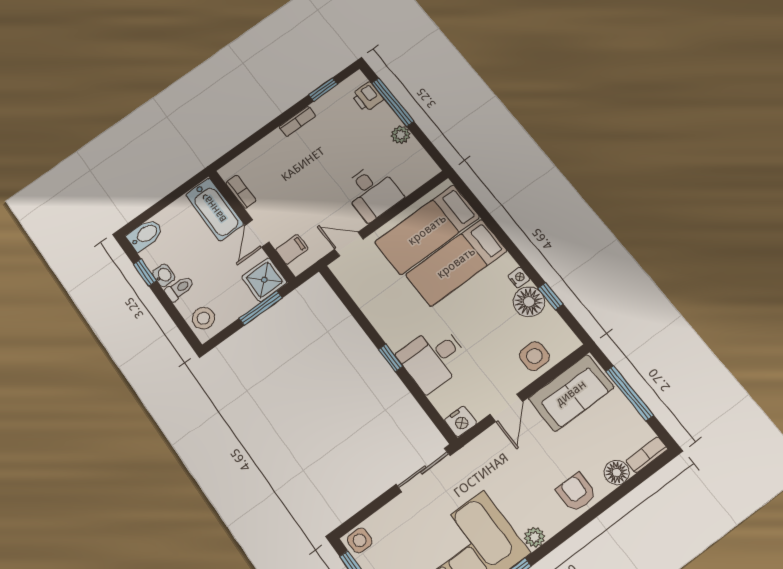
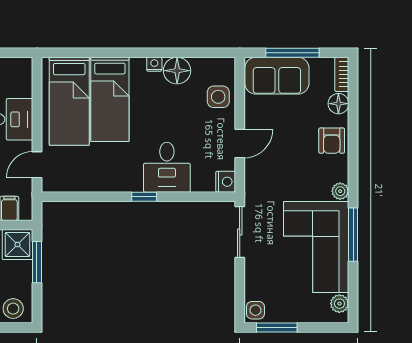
window: (550, 296) -> (184, 53), removed
sofa: (571, 393) -> (277, 76), moved, turned 90
door: (506, 408) -> (240, 143), hinge flipped
armchair: (576, 492) -> (332, 141), turned -90

